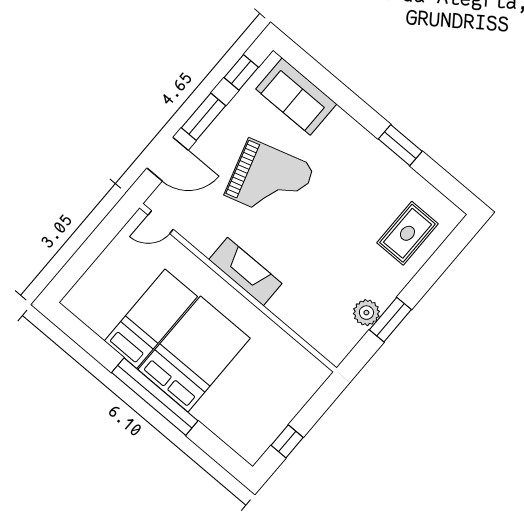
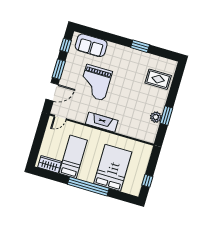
grand piano: (270, 181) -> (95, 83), turned 107
rug: (407, 233) -> (158, 79), turned 90
wardrobe: (93, 312) -> (50, 164), added
bed: (194, 354) -> (113, 168), moved

